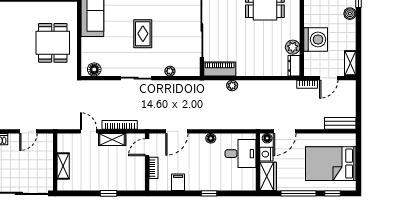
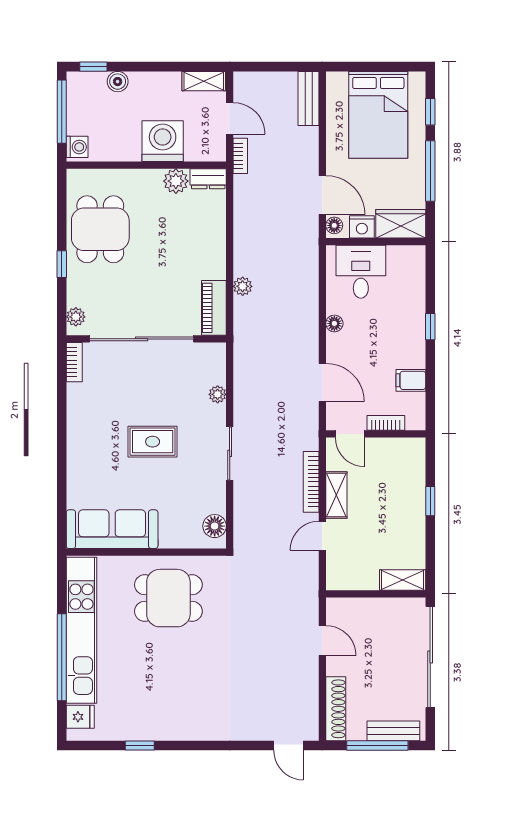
shelving: (63, 166) -> (403, 580), moved

